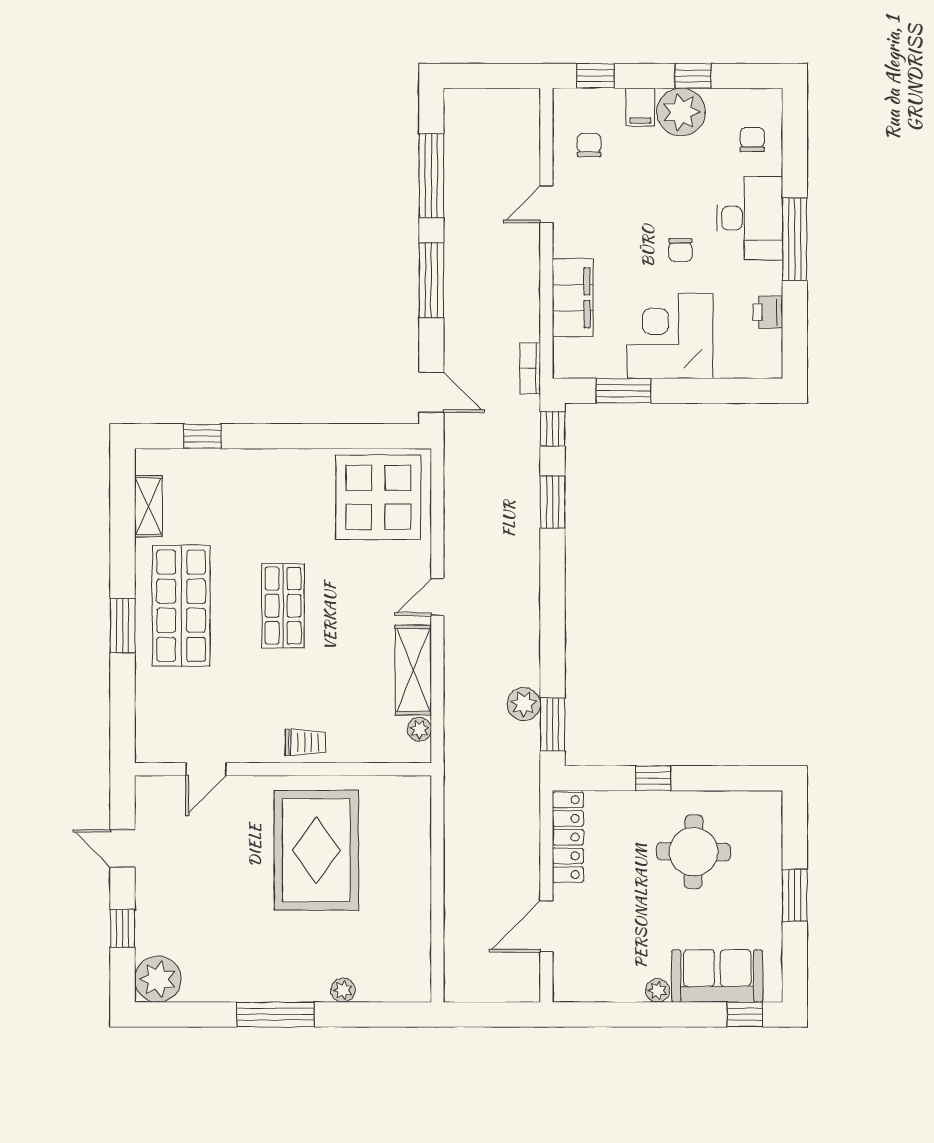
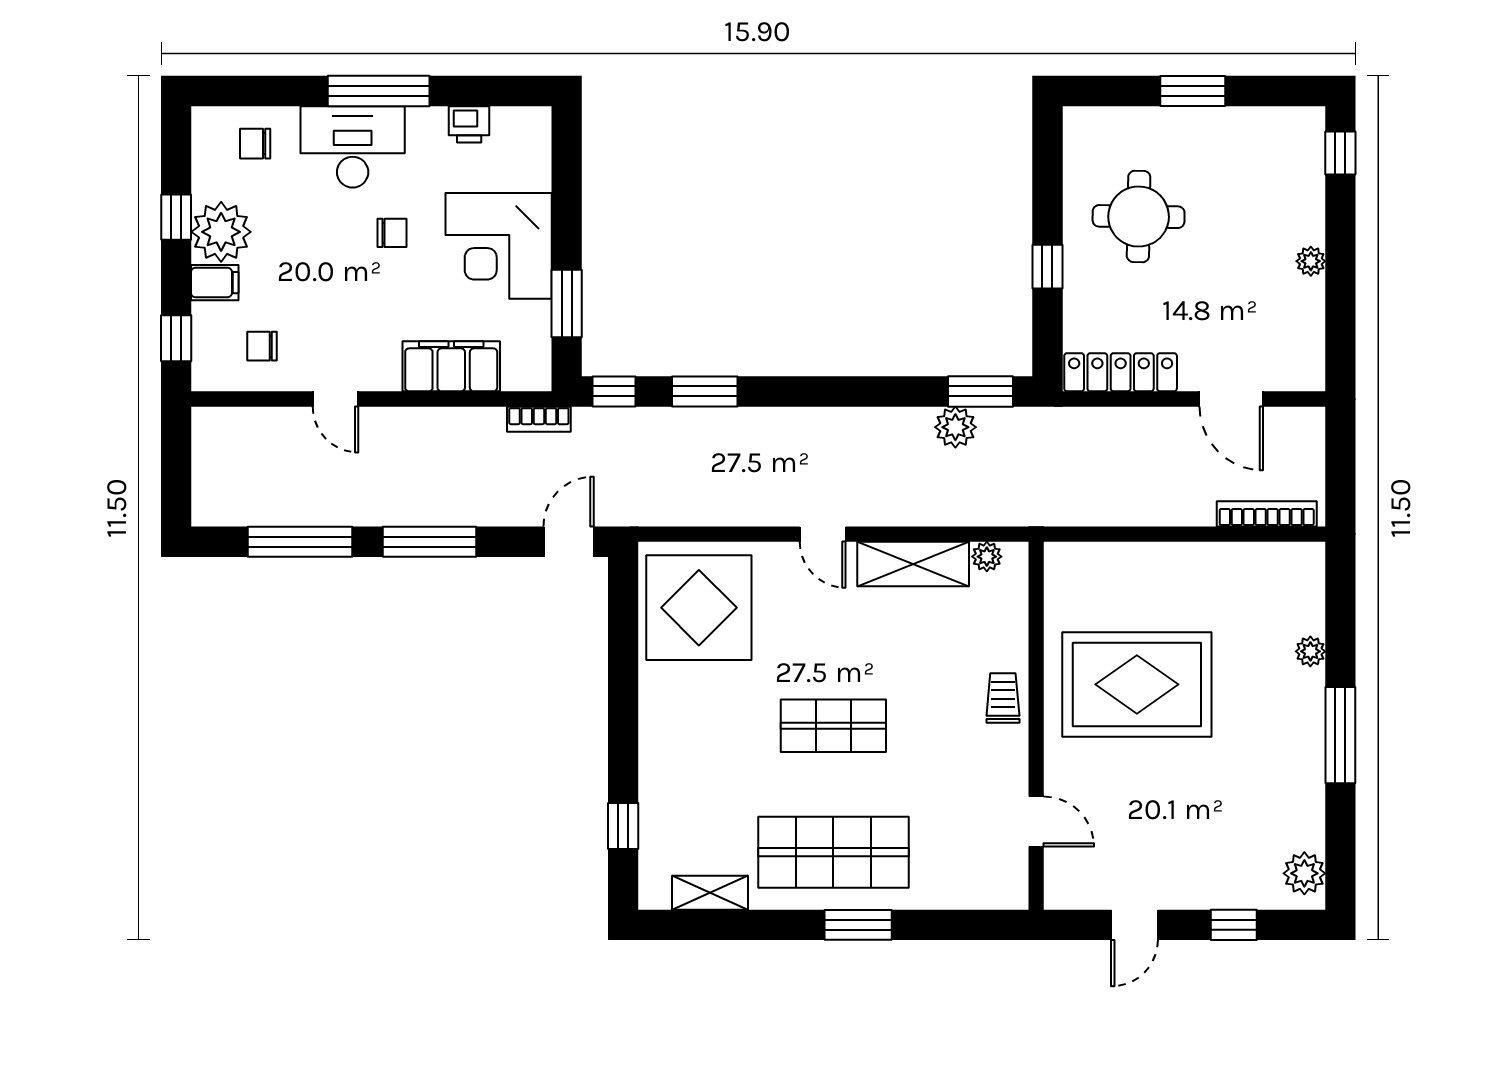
bookcase: (454, 955) -> (1267, 514), added
sofa: (717, 976) -> (1293, 187), removed
plant: (158, 979) -> (1304, 873), width x0.73, depth x0.73

